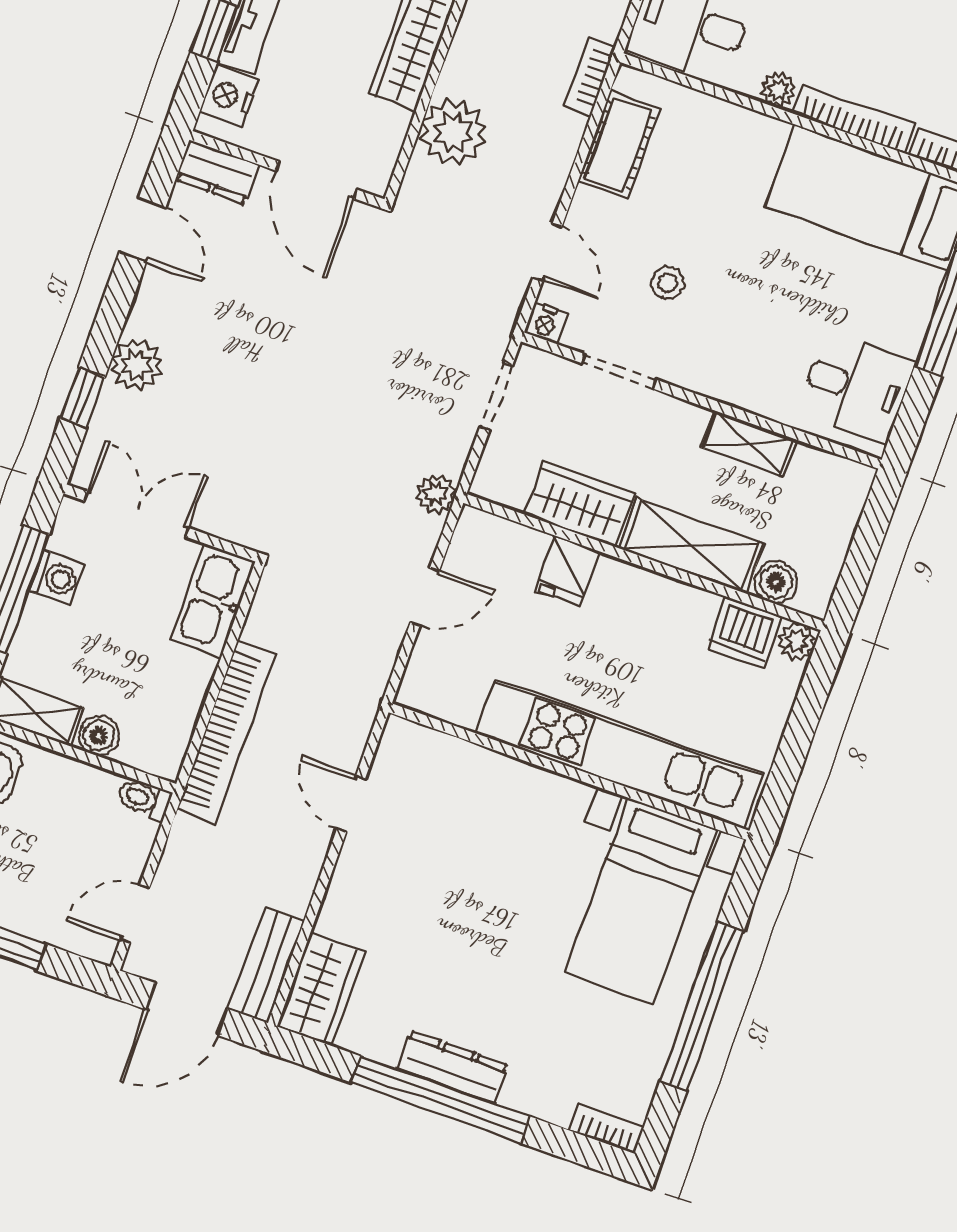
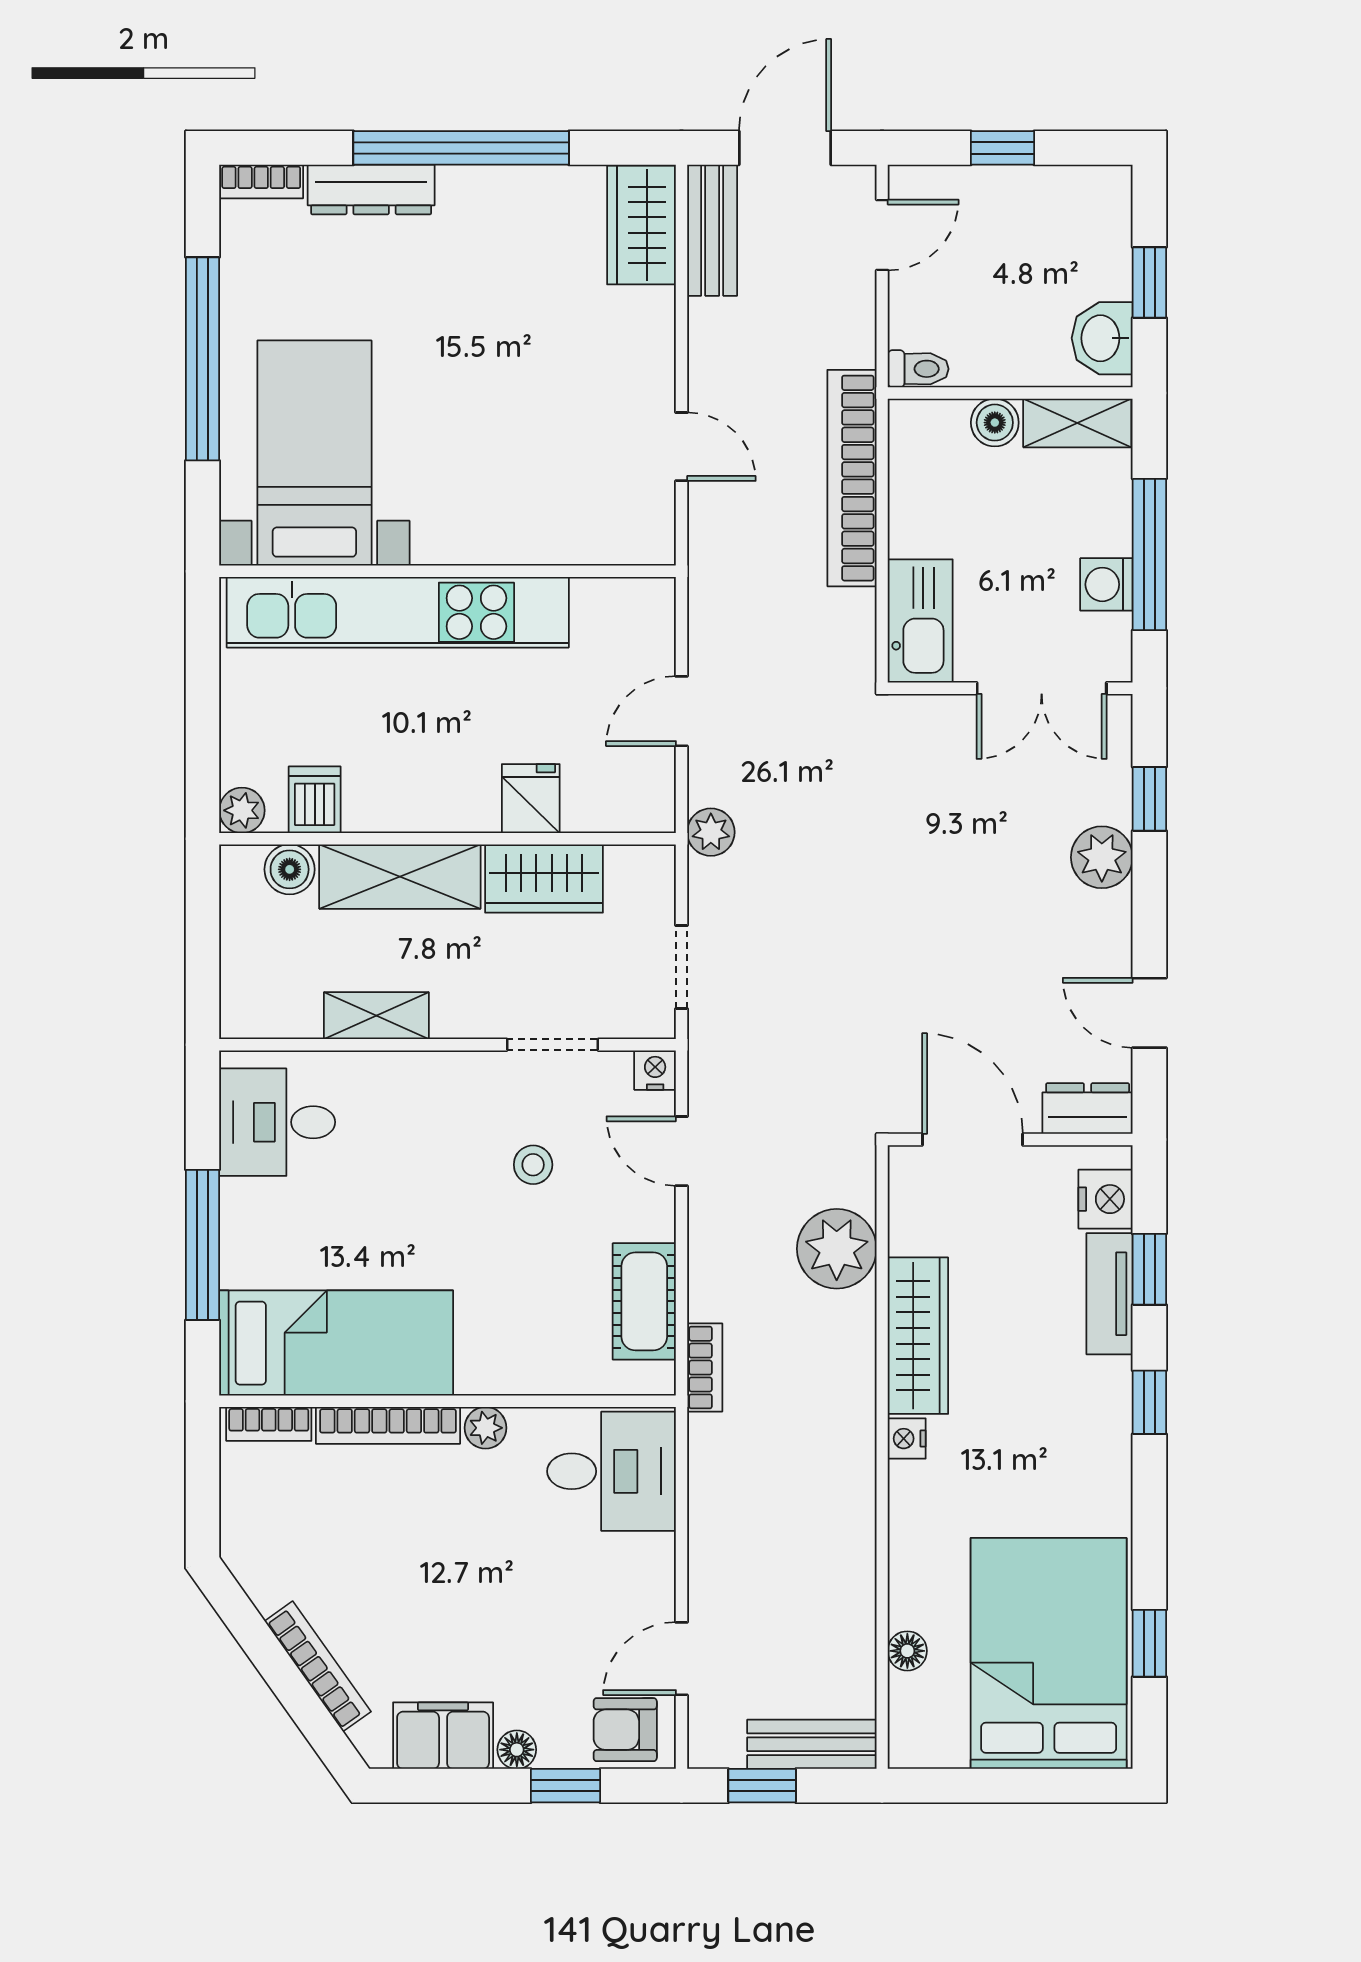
dishwasher: (745, 632) -> (315, 800), width x0.73
dresser: (453, 1067) -> (371, 189), moved

